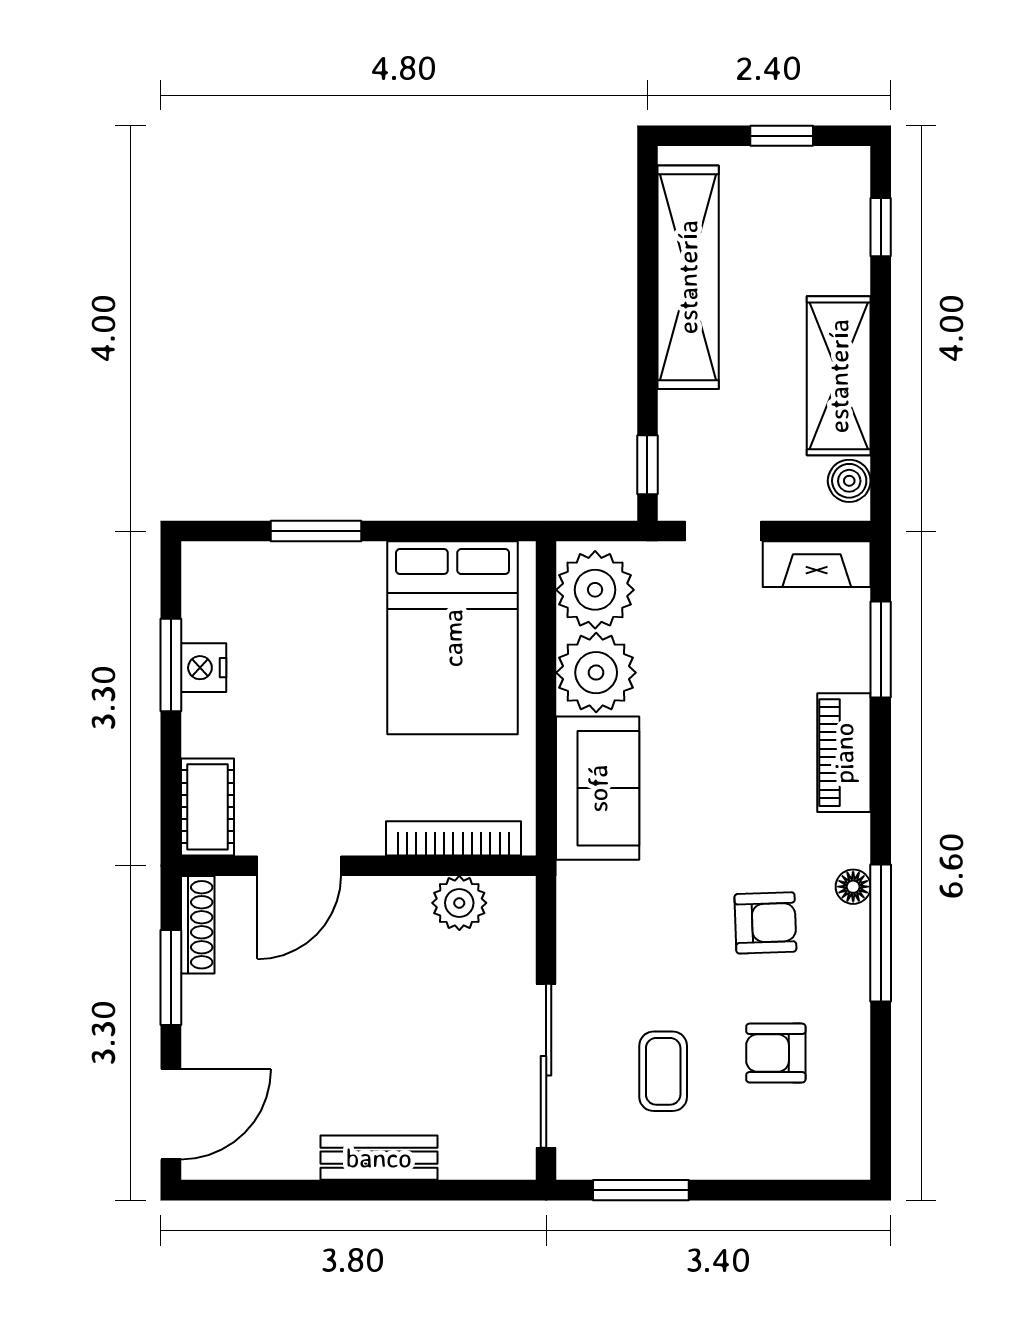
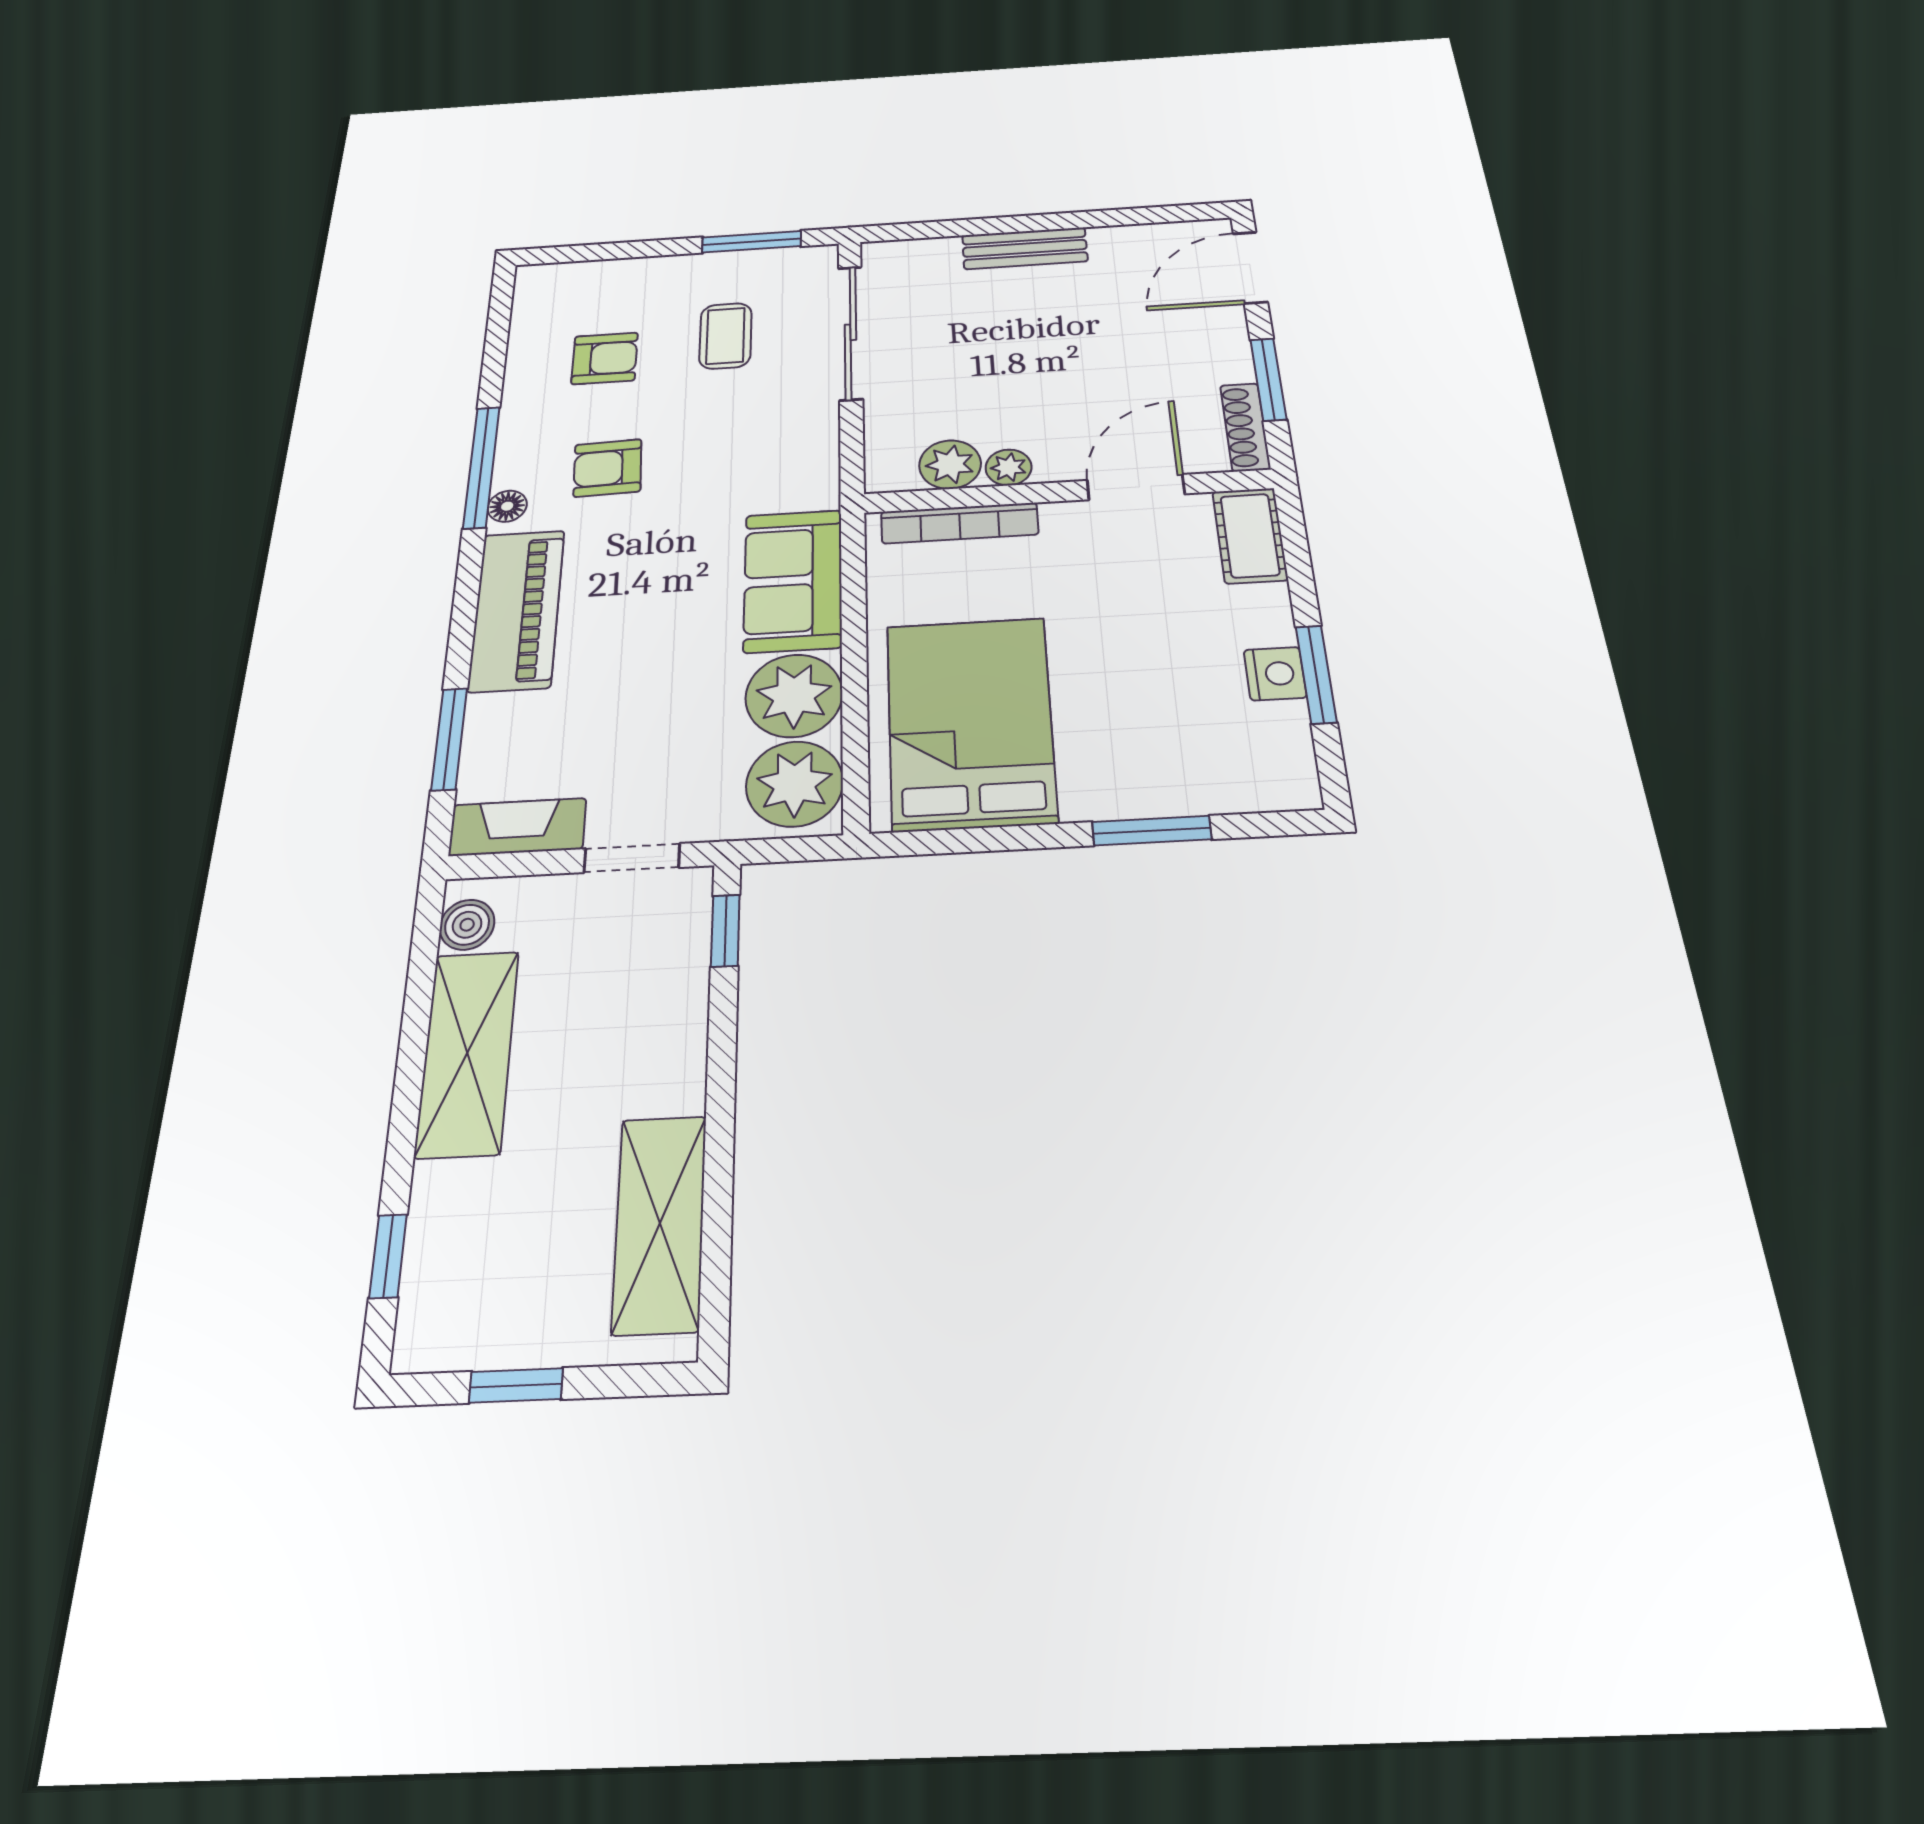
shelving: (688, 277) -> (660, 1223), width x0.68
piano: (844, 753) -> (517, 610), width x1.37, depth x1.33
plant: (408, 896) -> (1009, 467), added

